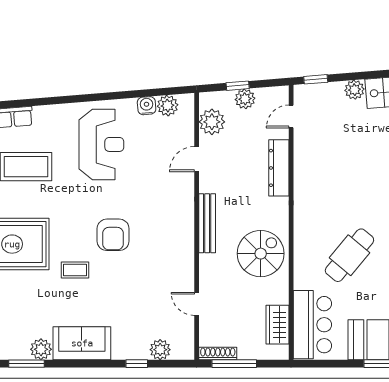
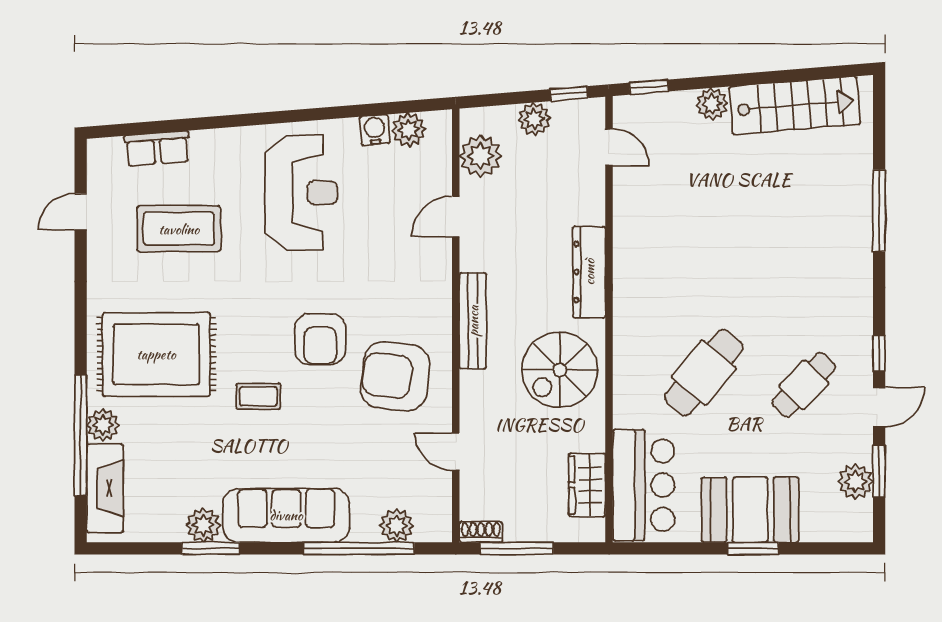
window: (238, 86) -> (569, 94), moved
door: (291, 116) -> (609, 147), swing flipped
dresser: (279, 168) -> (589, 272), moved
spiral stairs: (261, 254) -> (560, 370), turned 180
armchair: (159, 258) -> (395, 376), added
sofa: (82, 343) -> (286, 515), width x1.36
shoe rack: (218, 353) -> (481, 532), width x0.70
window: (26, 364) -> (211, 548), moved
window: (137, 364) -> (359, 548), width x3.17

